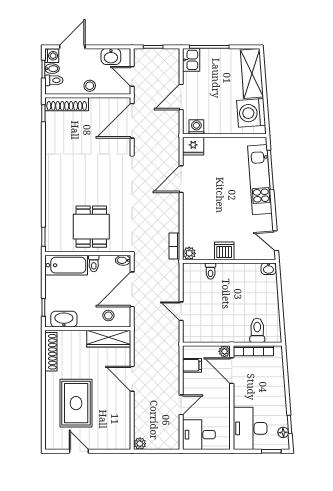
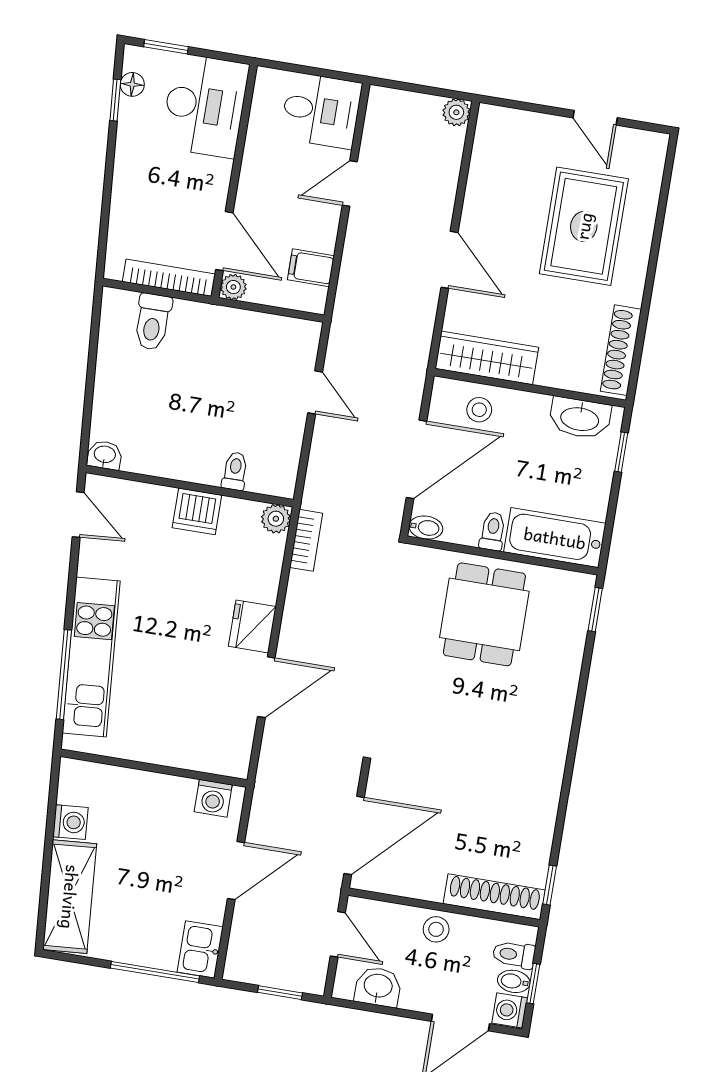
washing machine: (251, 113) -> (70, 822), width x0.53, depth x0.53
fridge: (193, 146) -> (252, 626), moved, turned -90

